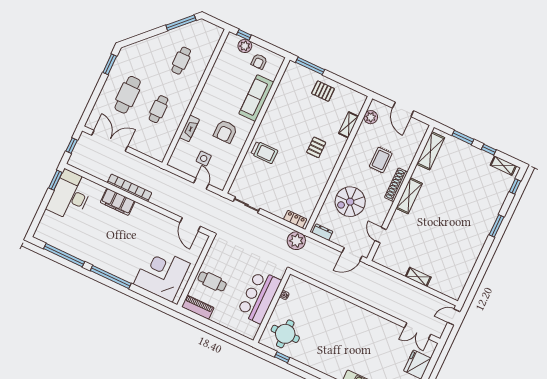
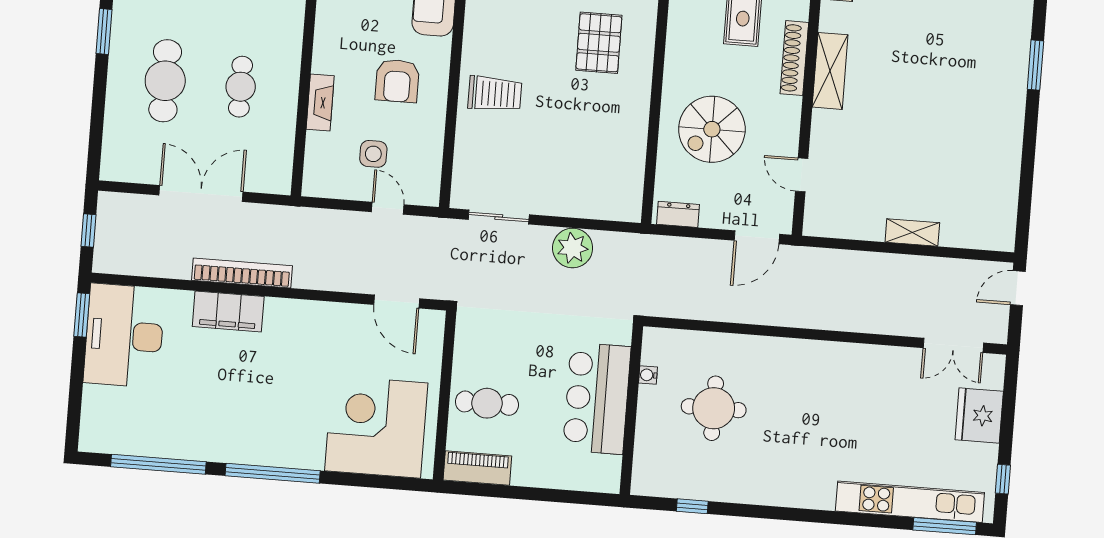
double door: (110, 141) -> (201, 194), moved
pallet: (316, 147) -> (599, 43), width x1.50, depth x1.42
locker: (295, 219) -> (611, 209), removed
plant: (296, 241) -> (573, 248), moved
round table: (285, 334) -> (714, 408), moved

